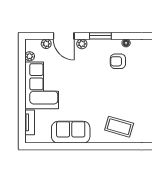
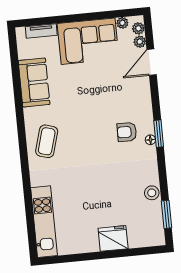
window: (100, 36) -> (159, 134), moved
plant: (82, 44) -> (138, 28), moved
armchair: (118, 61) -> (127, 132), turned -89

